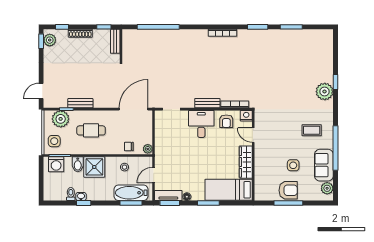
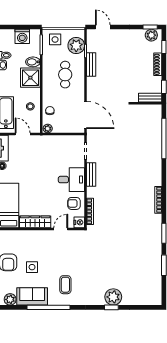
plant: (325, 92) -> (113, 297), moved
bench: (207, 103) -> (91, 174), moved
washing machine: (56, 164) -> (22, 36), moved, turned -90

